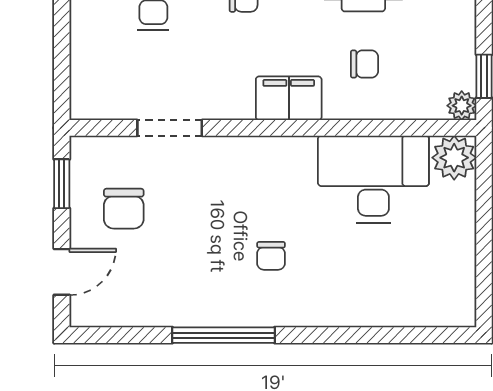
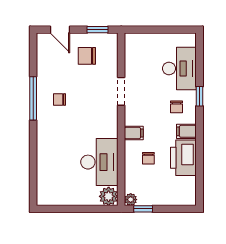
filing cabinet: (289, 98) -> (134, 133), width x0.50
doorway: (170, 128) -> (121, 91), moved
chair: (271, 256) -> (60, 99), moved

